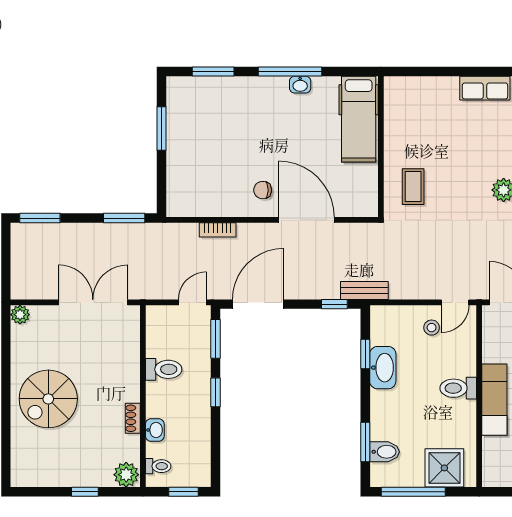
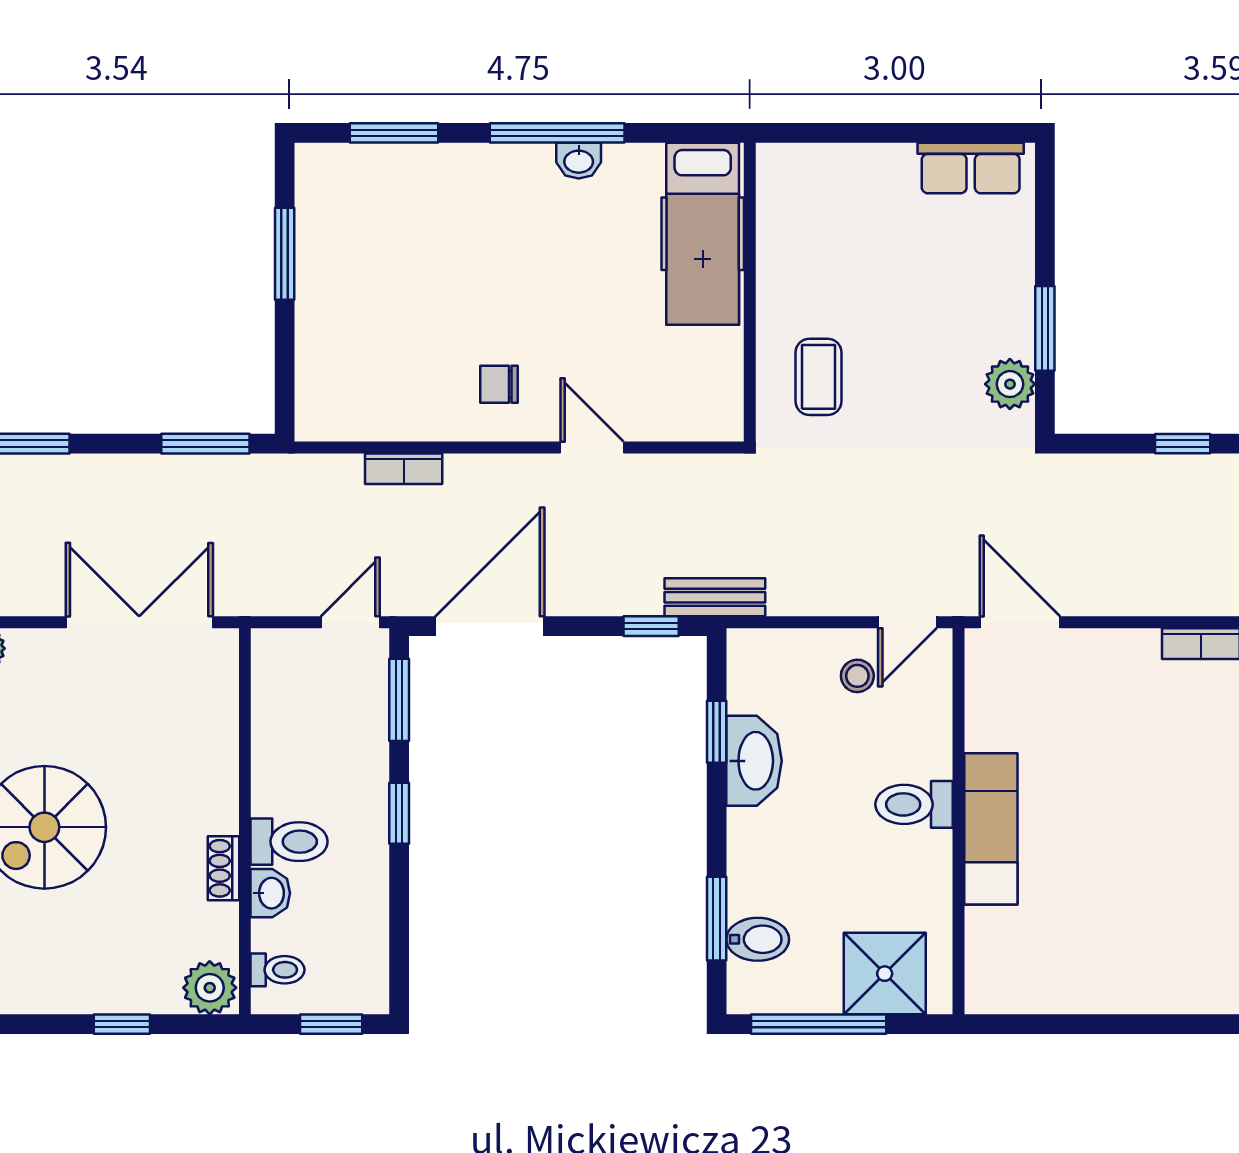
door: (306, 220) -> (592, 447), width x0.53
toilet: (164, 369) -> (289, 842), moved

